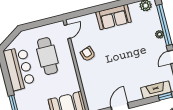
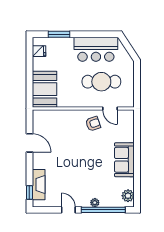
door: (67, 32) -> (110, 108), moved

